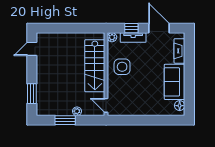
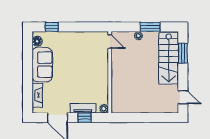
door: (32, 49) -> (183, 97), hinge flipped
stairs: (95, 66) -> (169, 58), moved, turned 180
side table: (122, 67) -> (94, 80), removed
window: (165, 120) -> (52, 27), added

